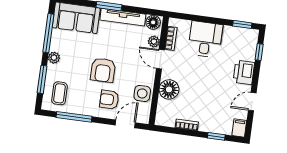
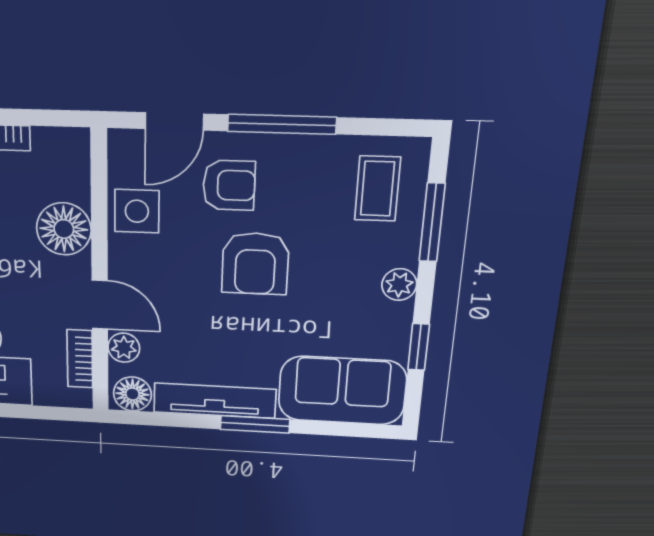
window: (48, 33) -> (419, 347), width x0.46
armchair: (103, 70) -> (255, 264), turned 180
window: (74, 117) -> (282, 124), moved

